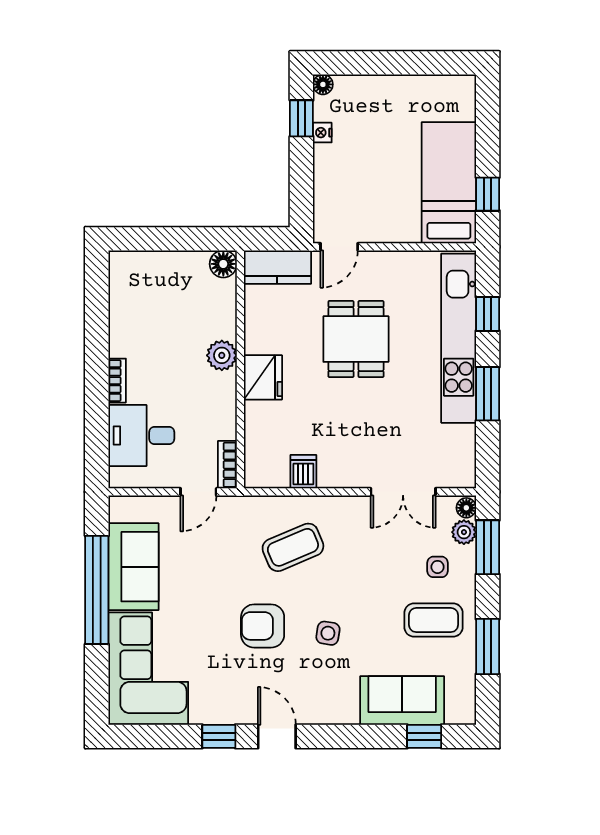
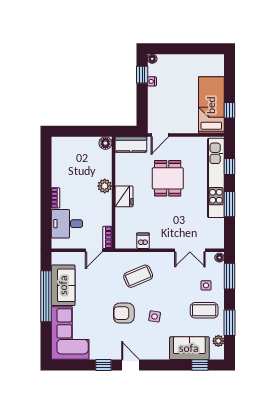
plant: (464, 532) -> (218, 341), moved

